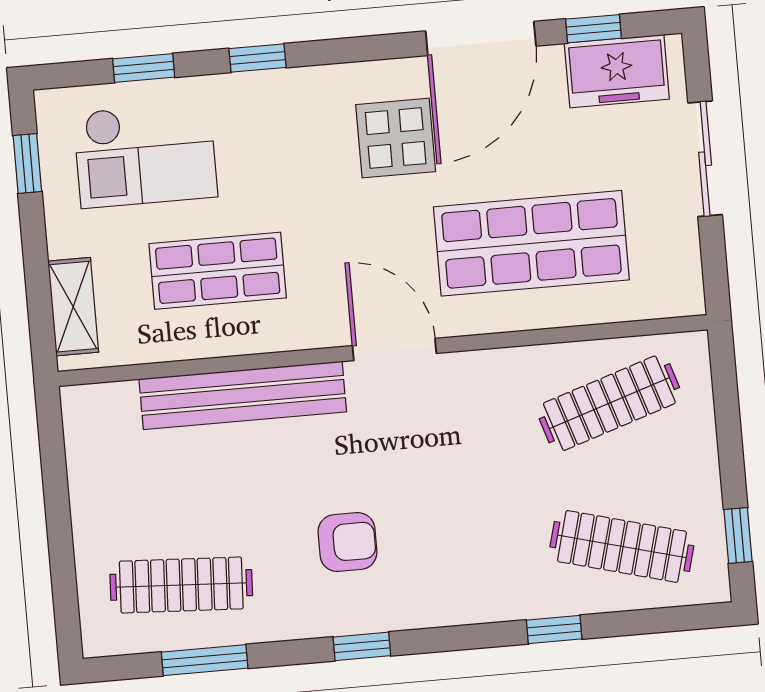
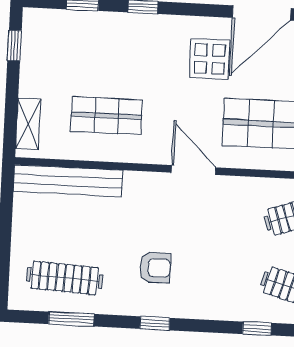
checkout: (145, 155) -> (77, 50), removed
bench: (243, 395) -> (68, 181), moved

